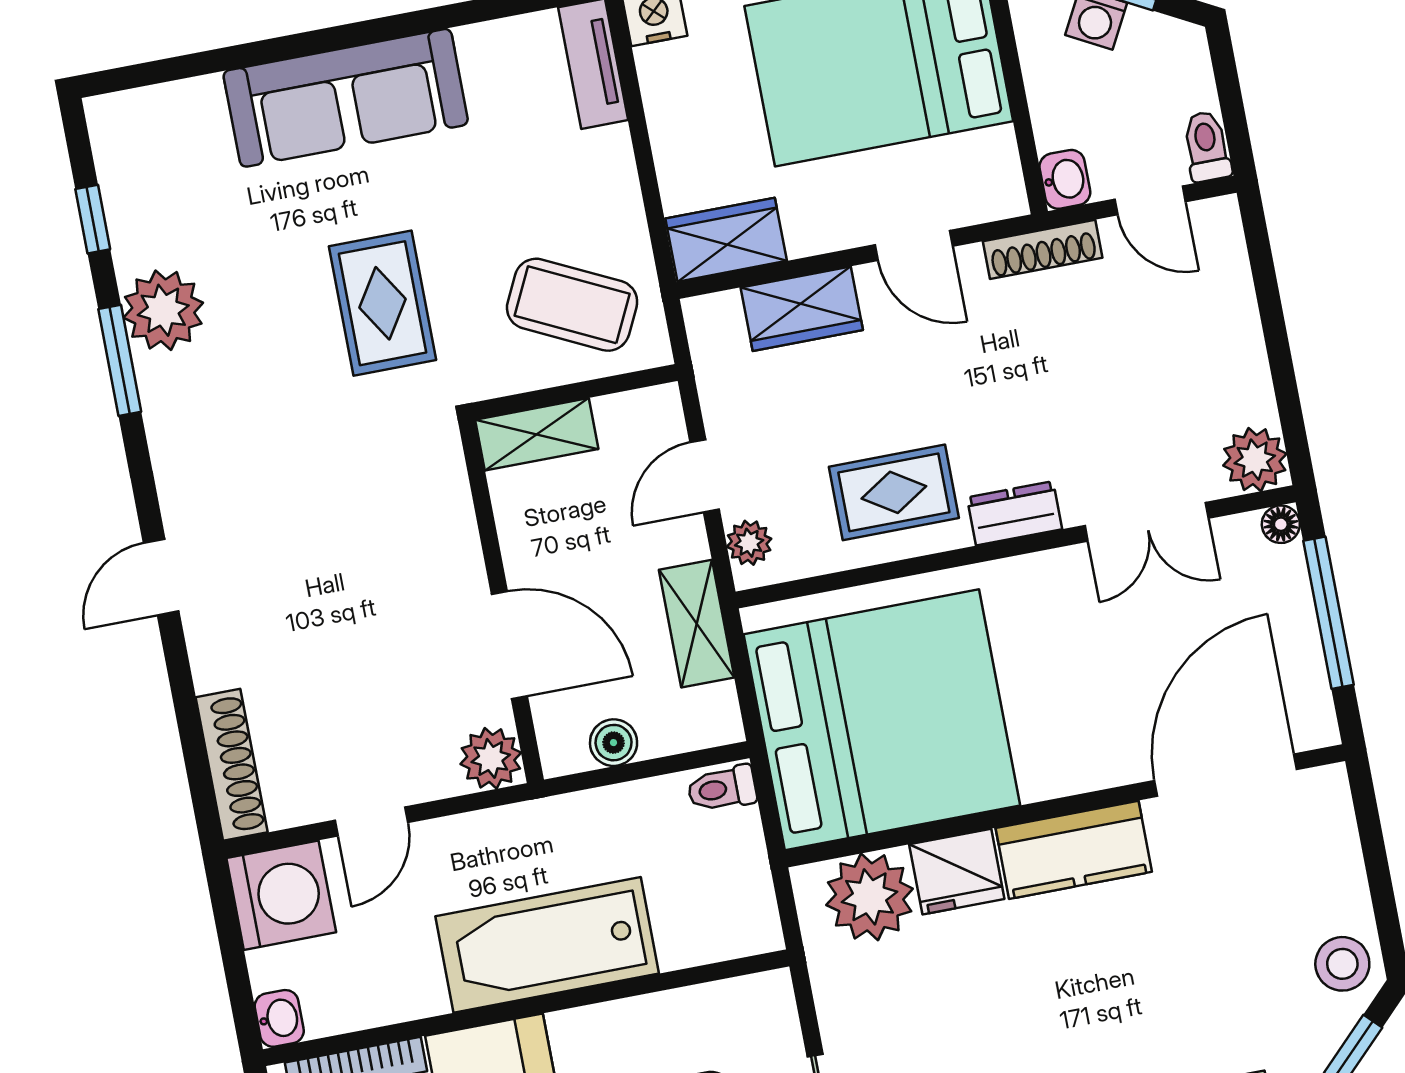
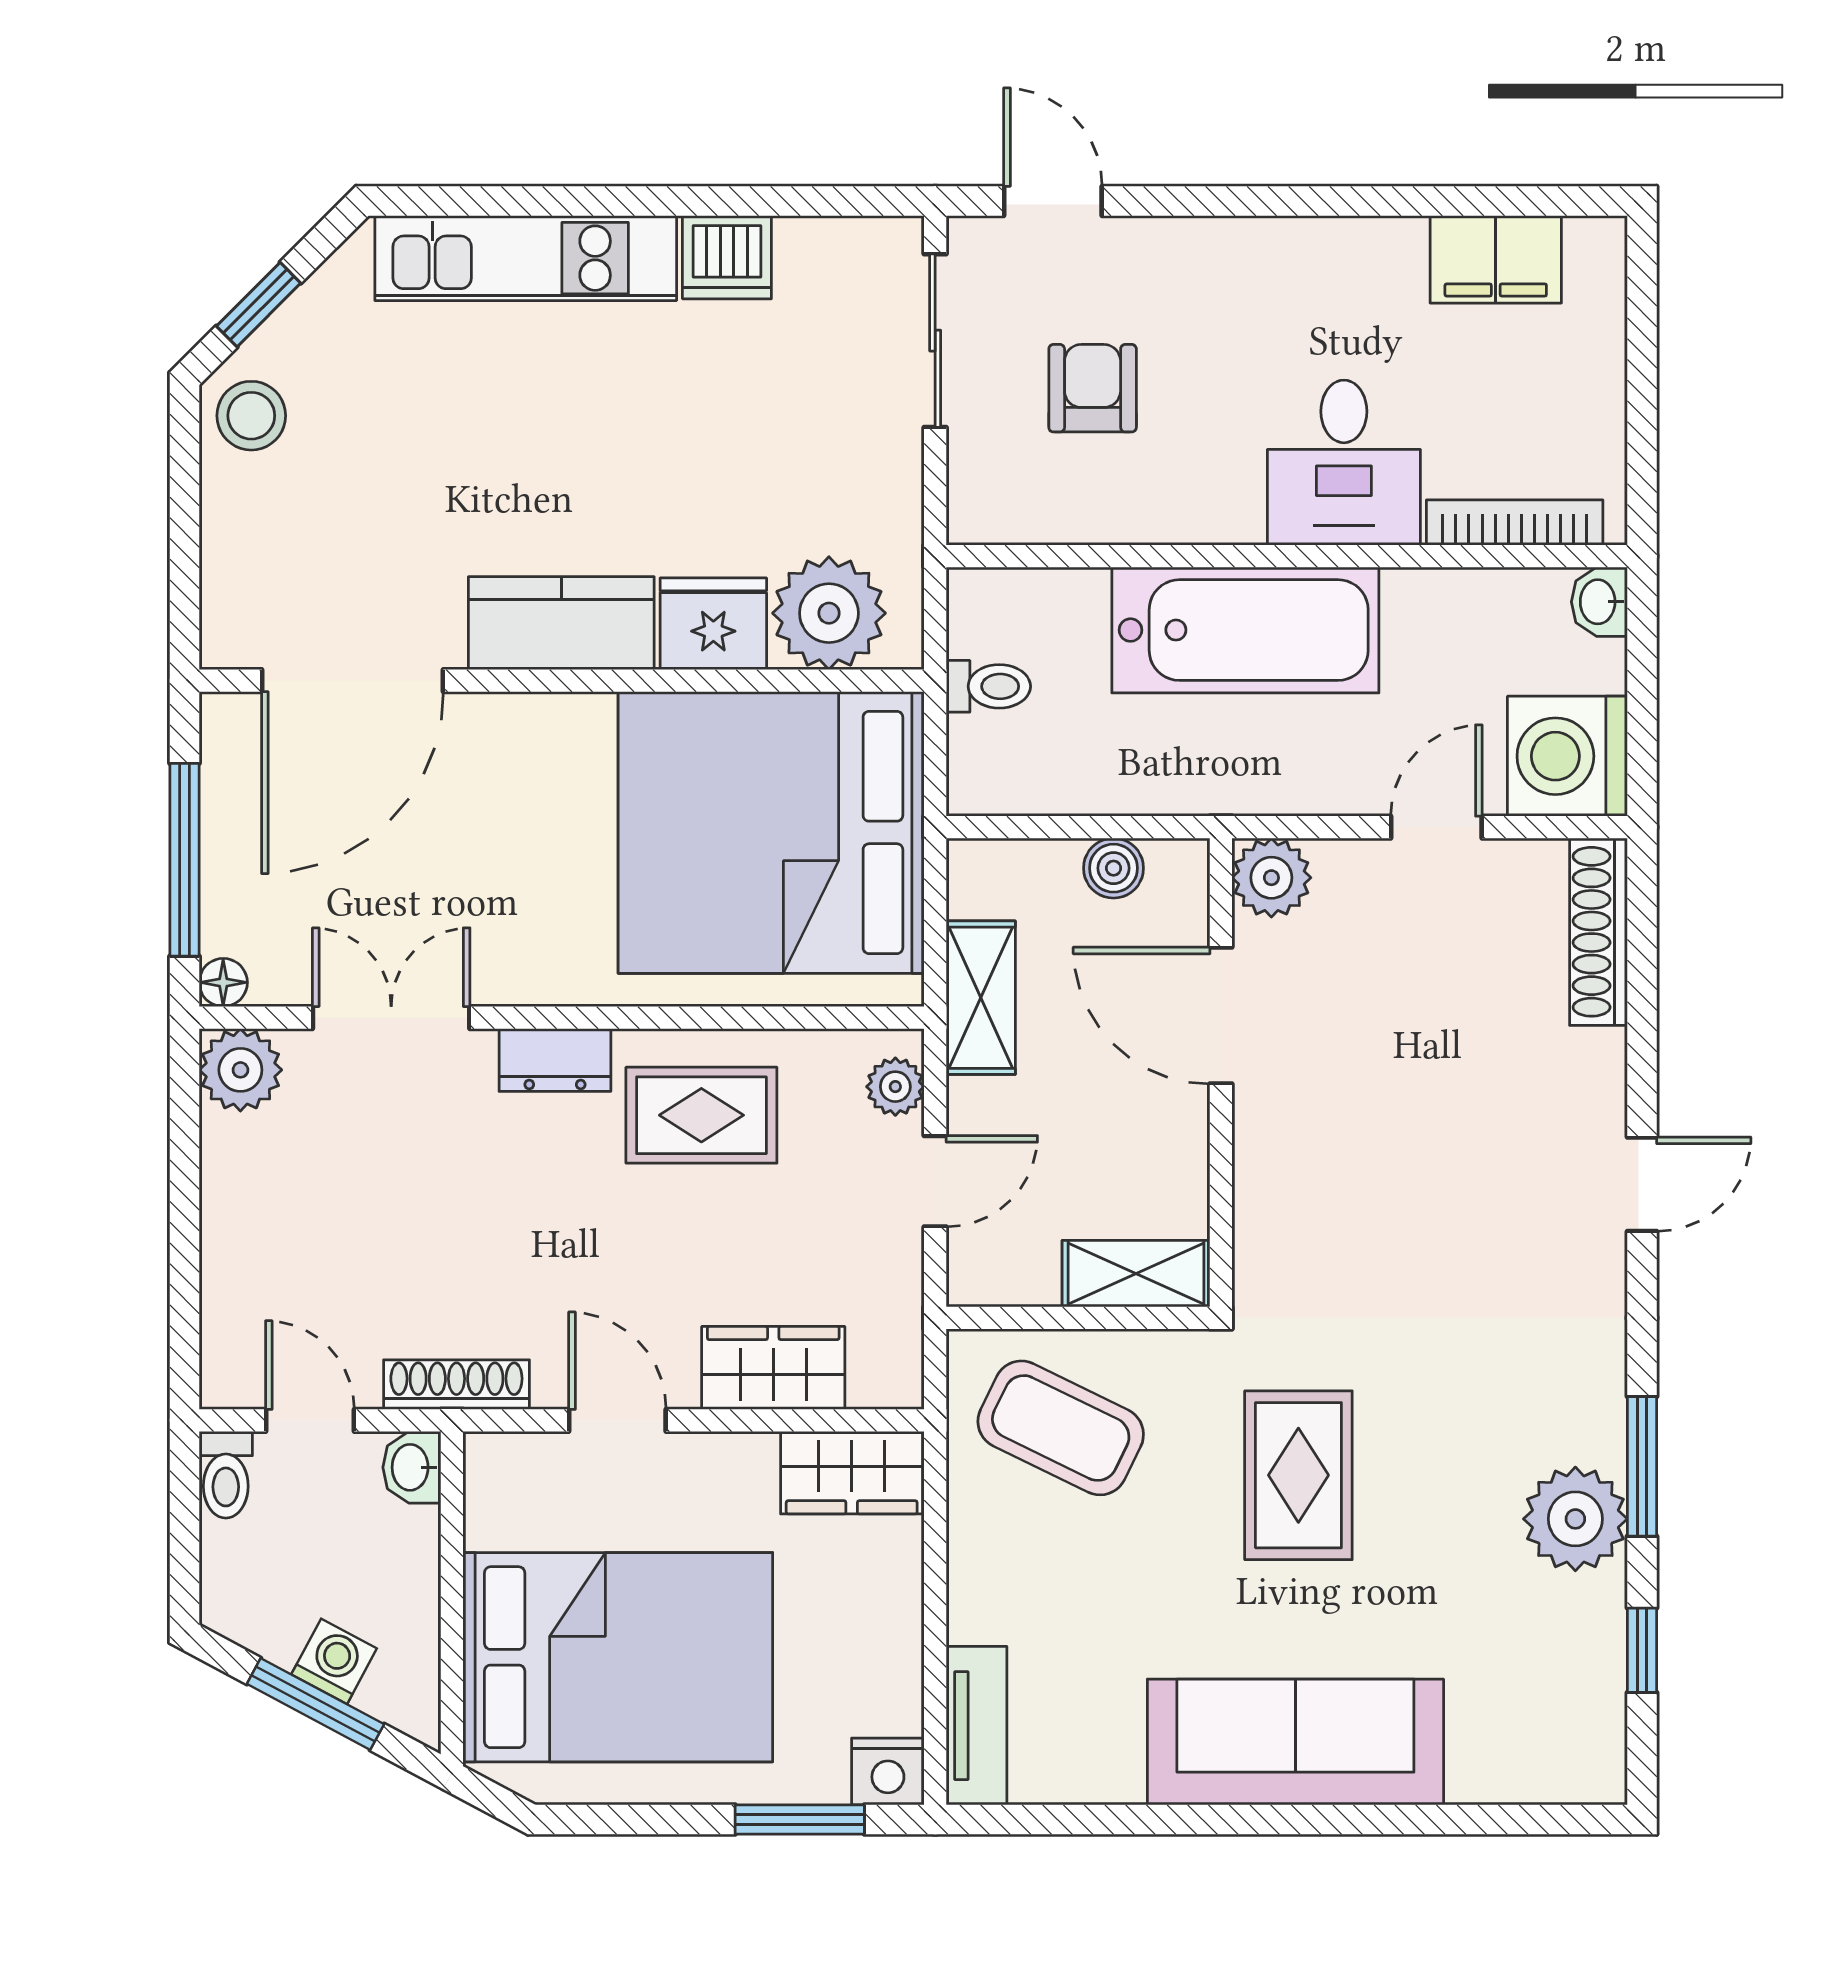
toilet: (722, 789) -> (988, 686), moved

